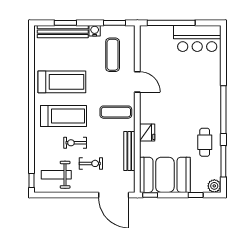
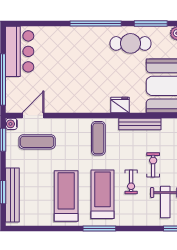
water cooler: (95, 31) -> (11, 124), moved
door: (137, 82) -> (33, 115), moved
window: (31, 113) -> (99, 228), added
cafe table: (205, 142) -> (131, 43), width x1.37, depth x1.35

